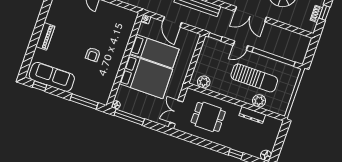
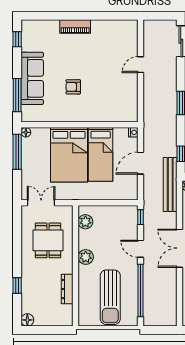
sofa: (52, 77) -> (32, 78), moved
sun lounger: (254, 78) -> (110, 297), moved
plant: (259, 101) -> (86, 257), moved

